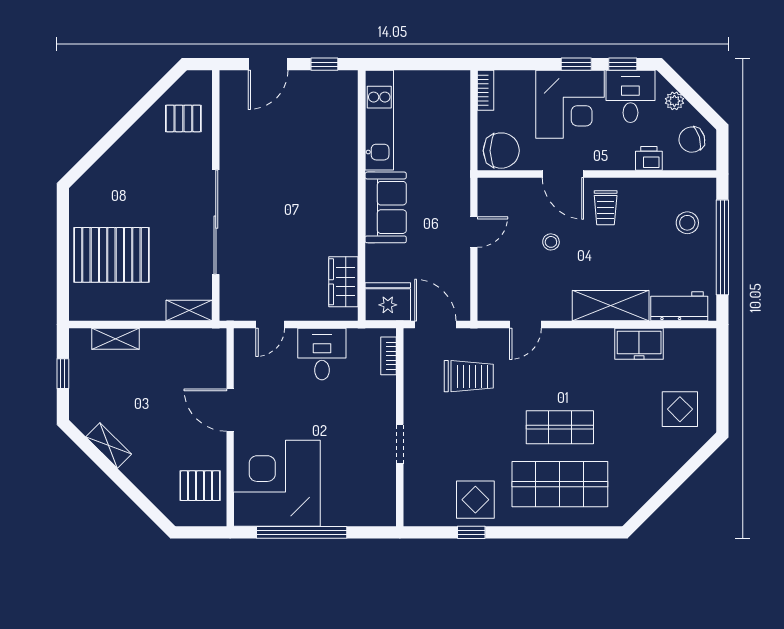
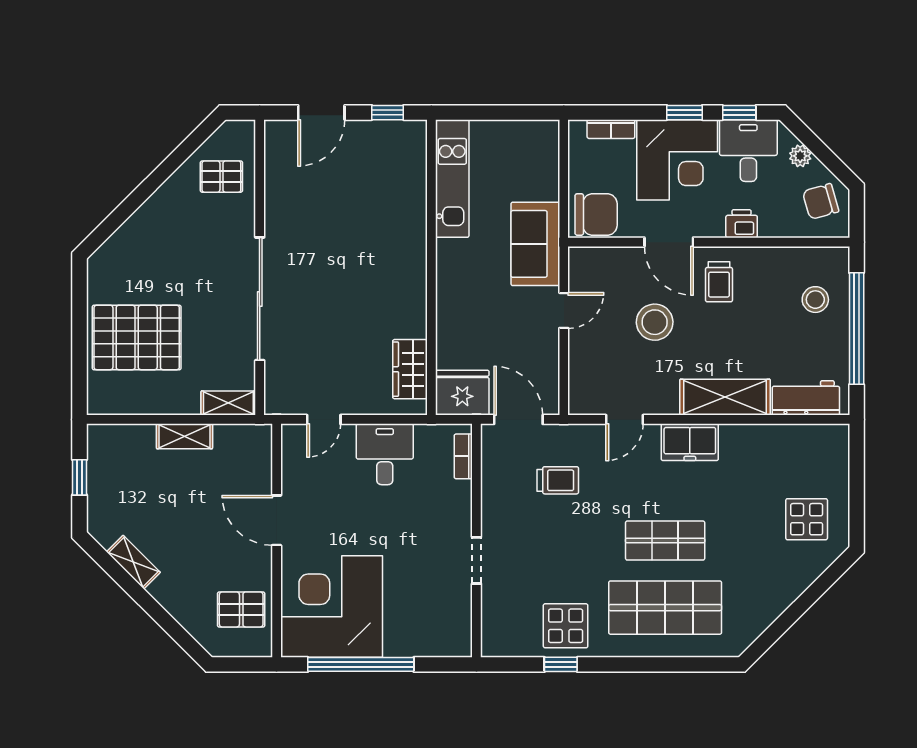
bookcase: (485, 90) -> (611, 129), moved, turned 90
printer: (649, 158) -> (742, 224), moved
sofa: (386, 207) -> (535, 244), moved, turned 180
stool: (551, 242) -> (655, 322), width x1.89, depth x1.89
shelving: (116, 339) -> (184, 436), moved
freezer: (639, 344) -> (690, 442), moved
trolley: (469, 376) -> (558, 480), width x0.73, depth x0.72

